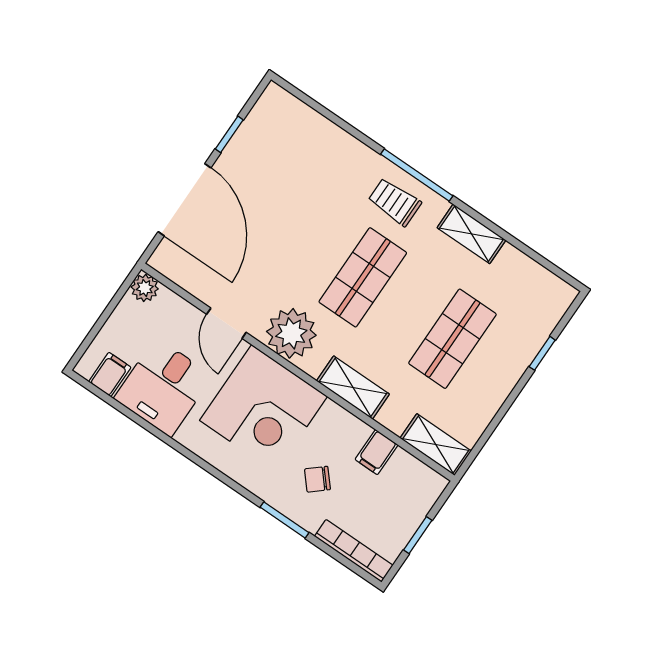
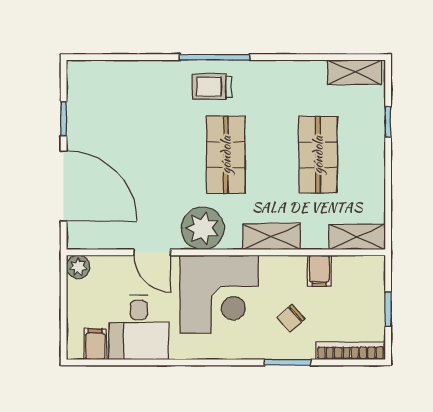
shelving: (471, 234) -> (355, 72), moved

